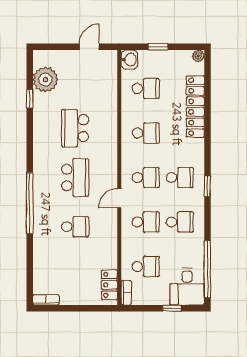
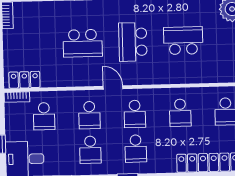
school desk: (75, 177) -> (133, 42), turned 90
school desk: (75, 227) -> (83, 43), width x1.85

